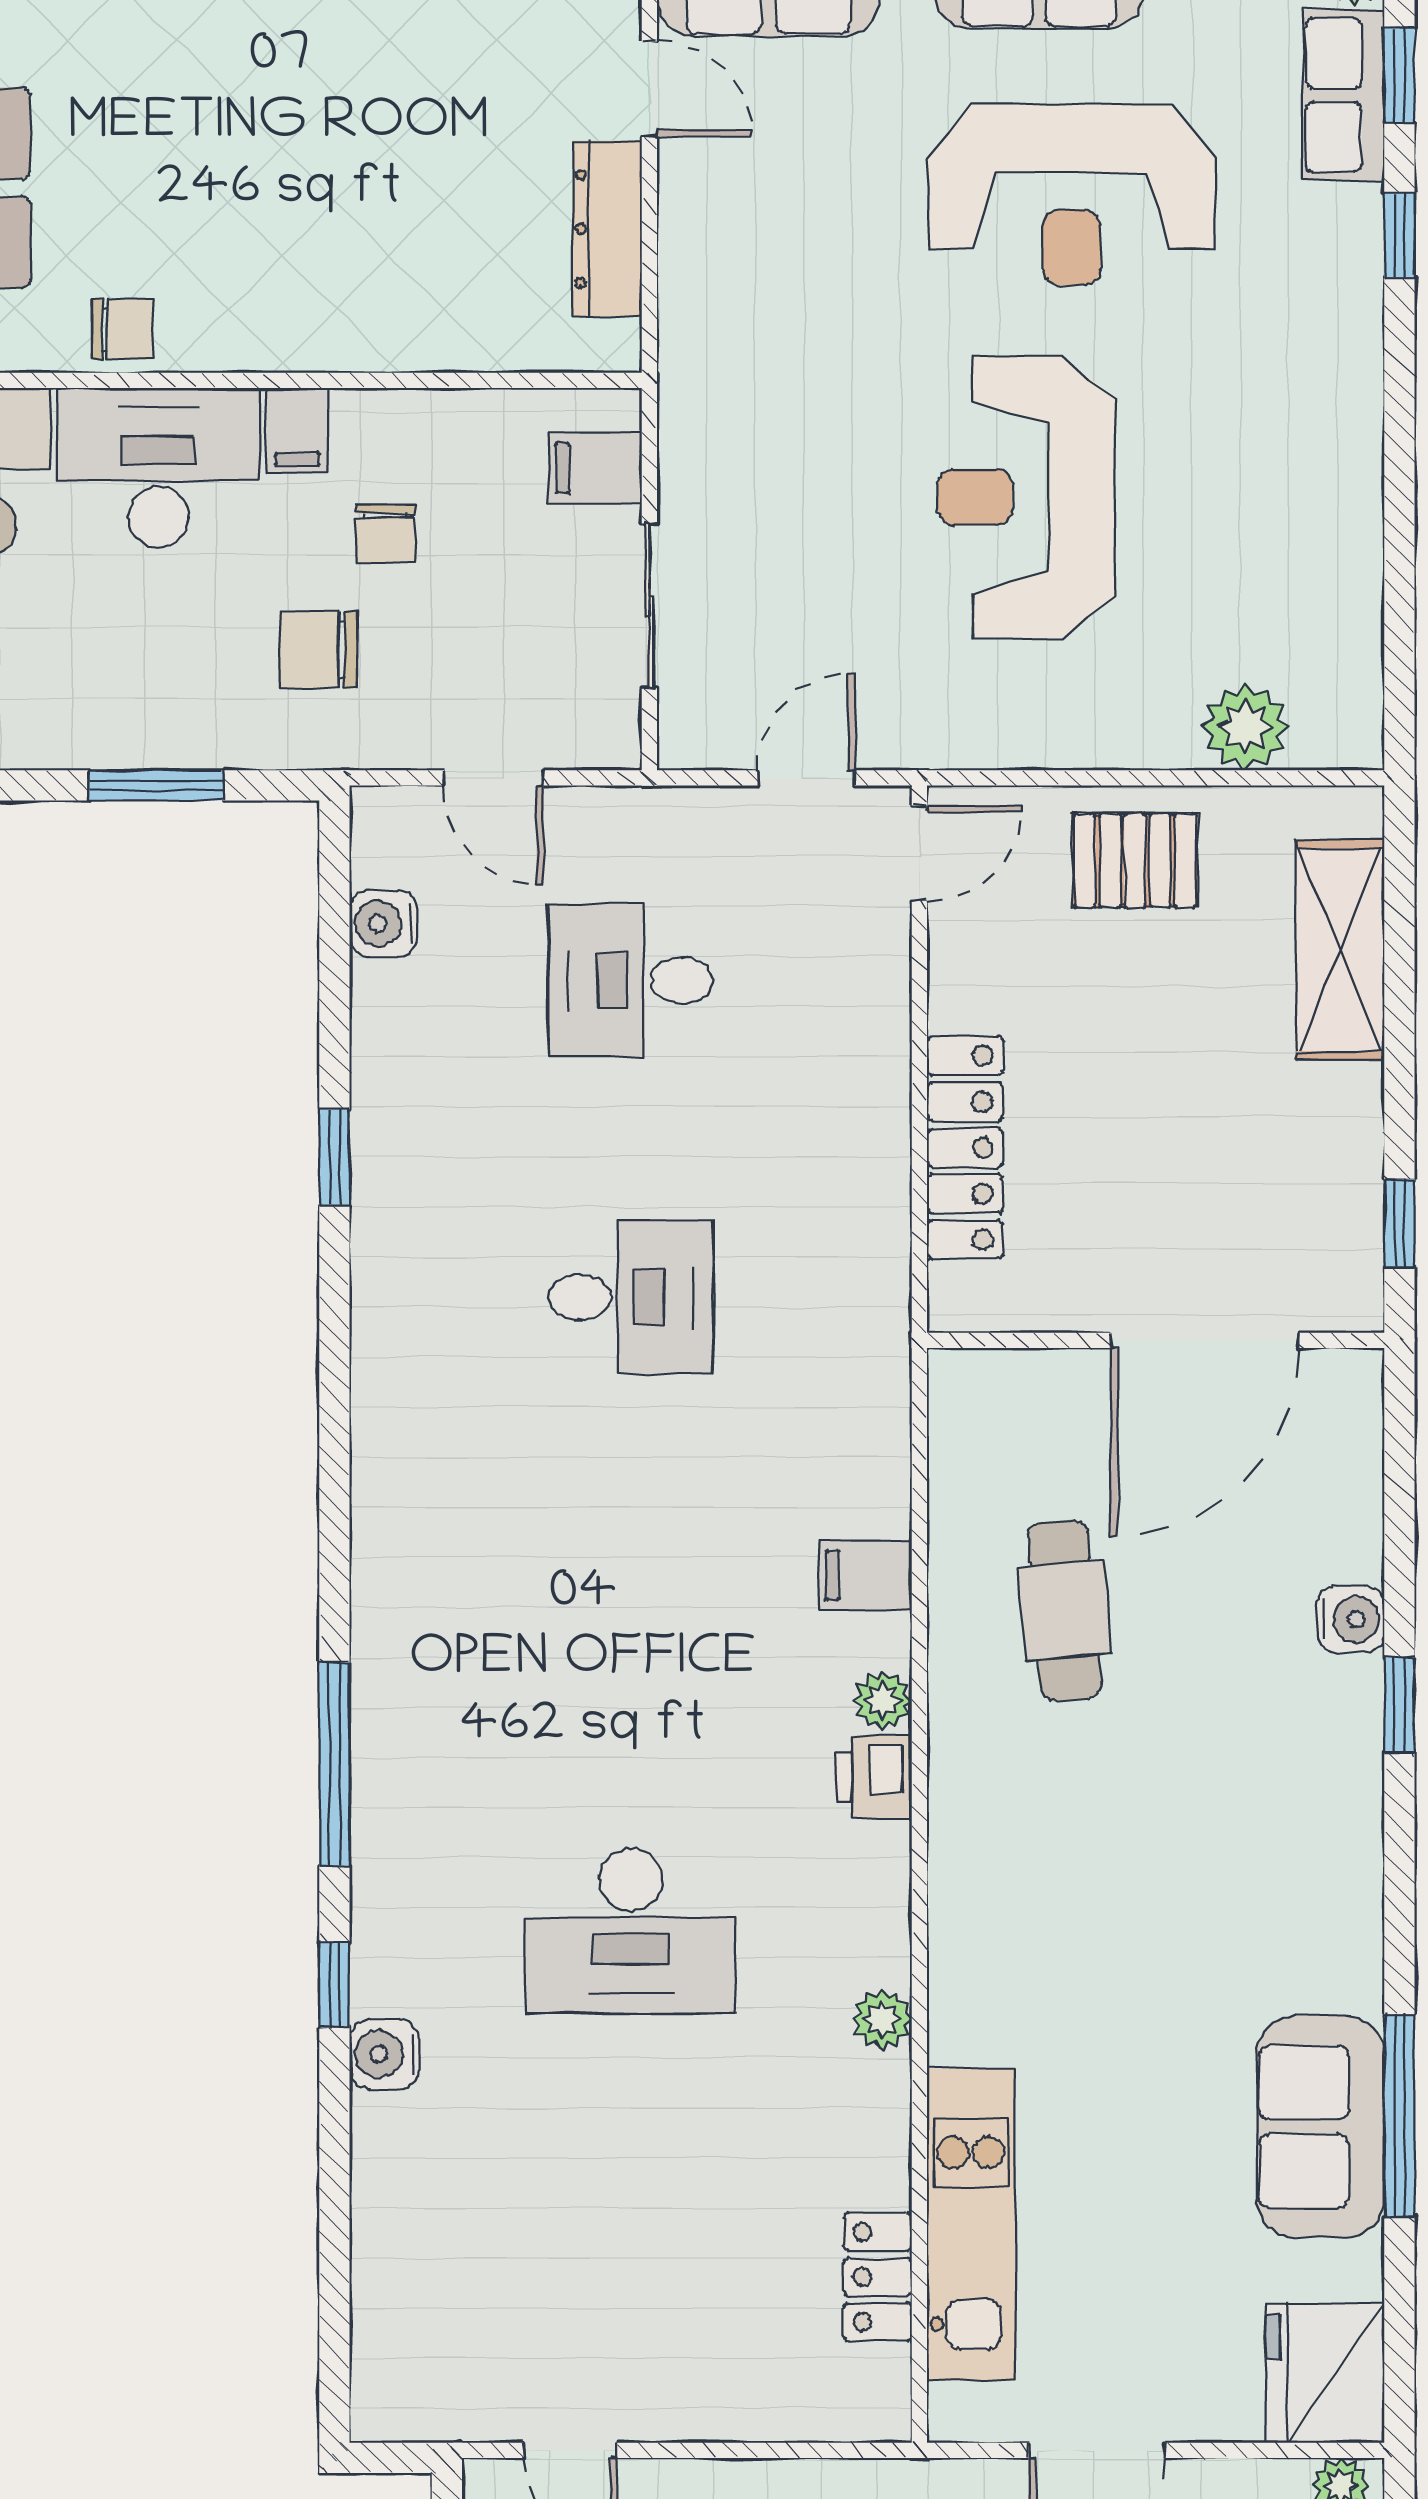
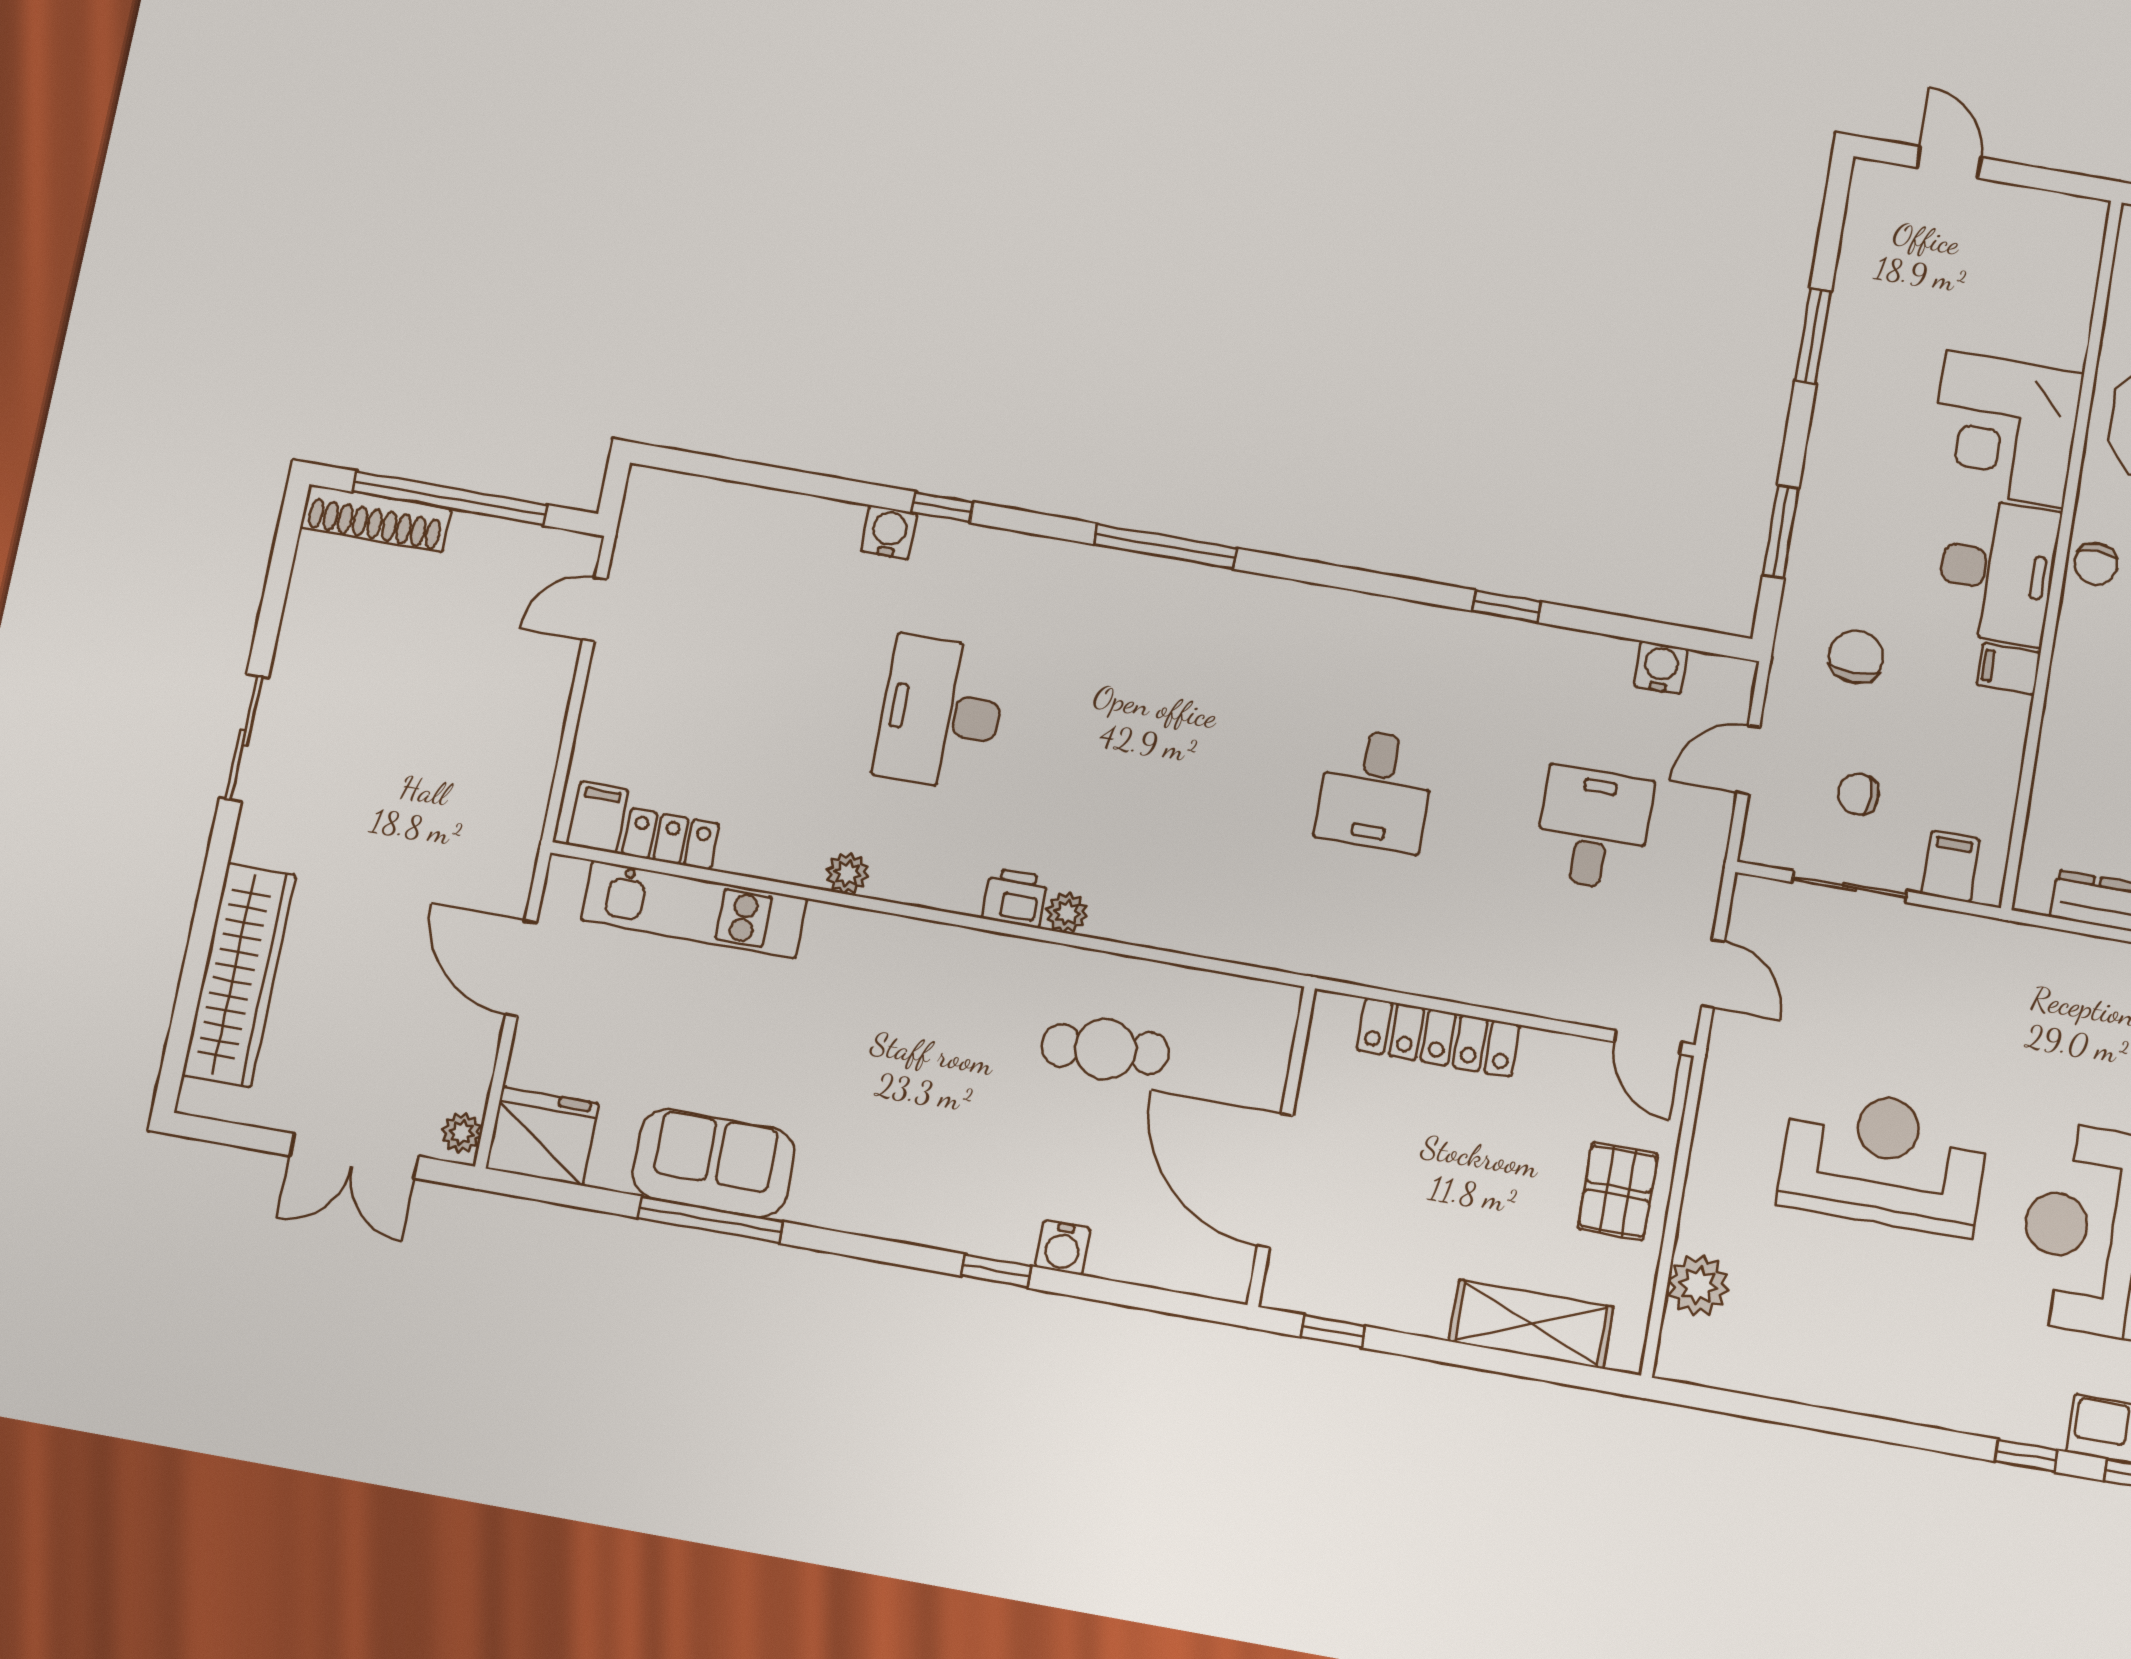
chair: (385, 533) -> (1858, 794), moved
filing cabinet: (865, 1575) -> (598, 817), moved
window: (334, 1764) -> (1165, 546), moved

